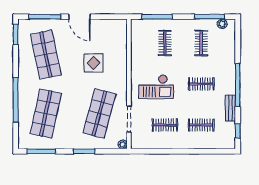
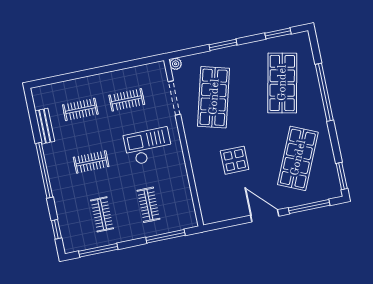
plant: (222, 24) -> (80, 244), removed
shop shelf: (46, 54) -> (298, 158), turned 36
bench: (230, 108) -> (45, 126), moved
window: (238, 131) -> (56, 229), moved
window: (41, 151) -> (278, 33), width x0.69

